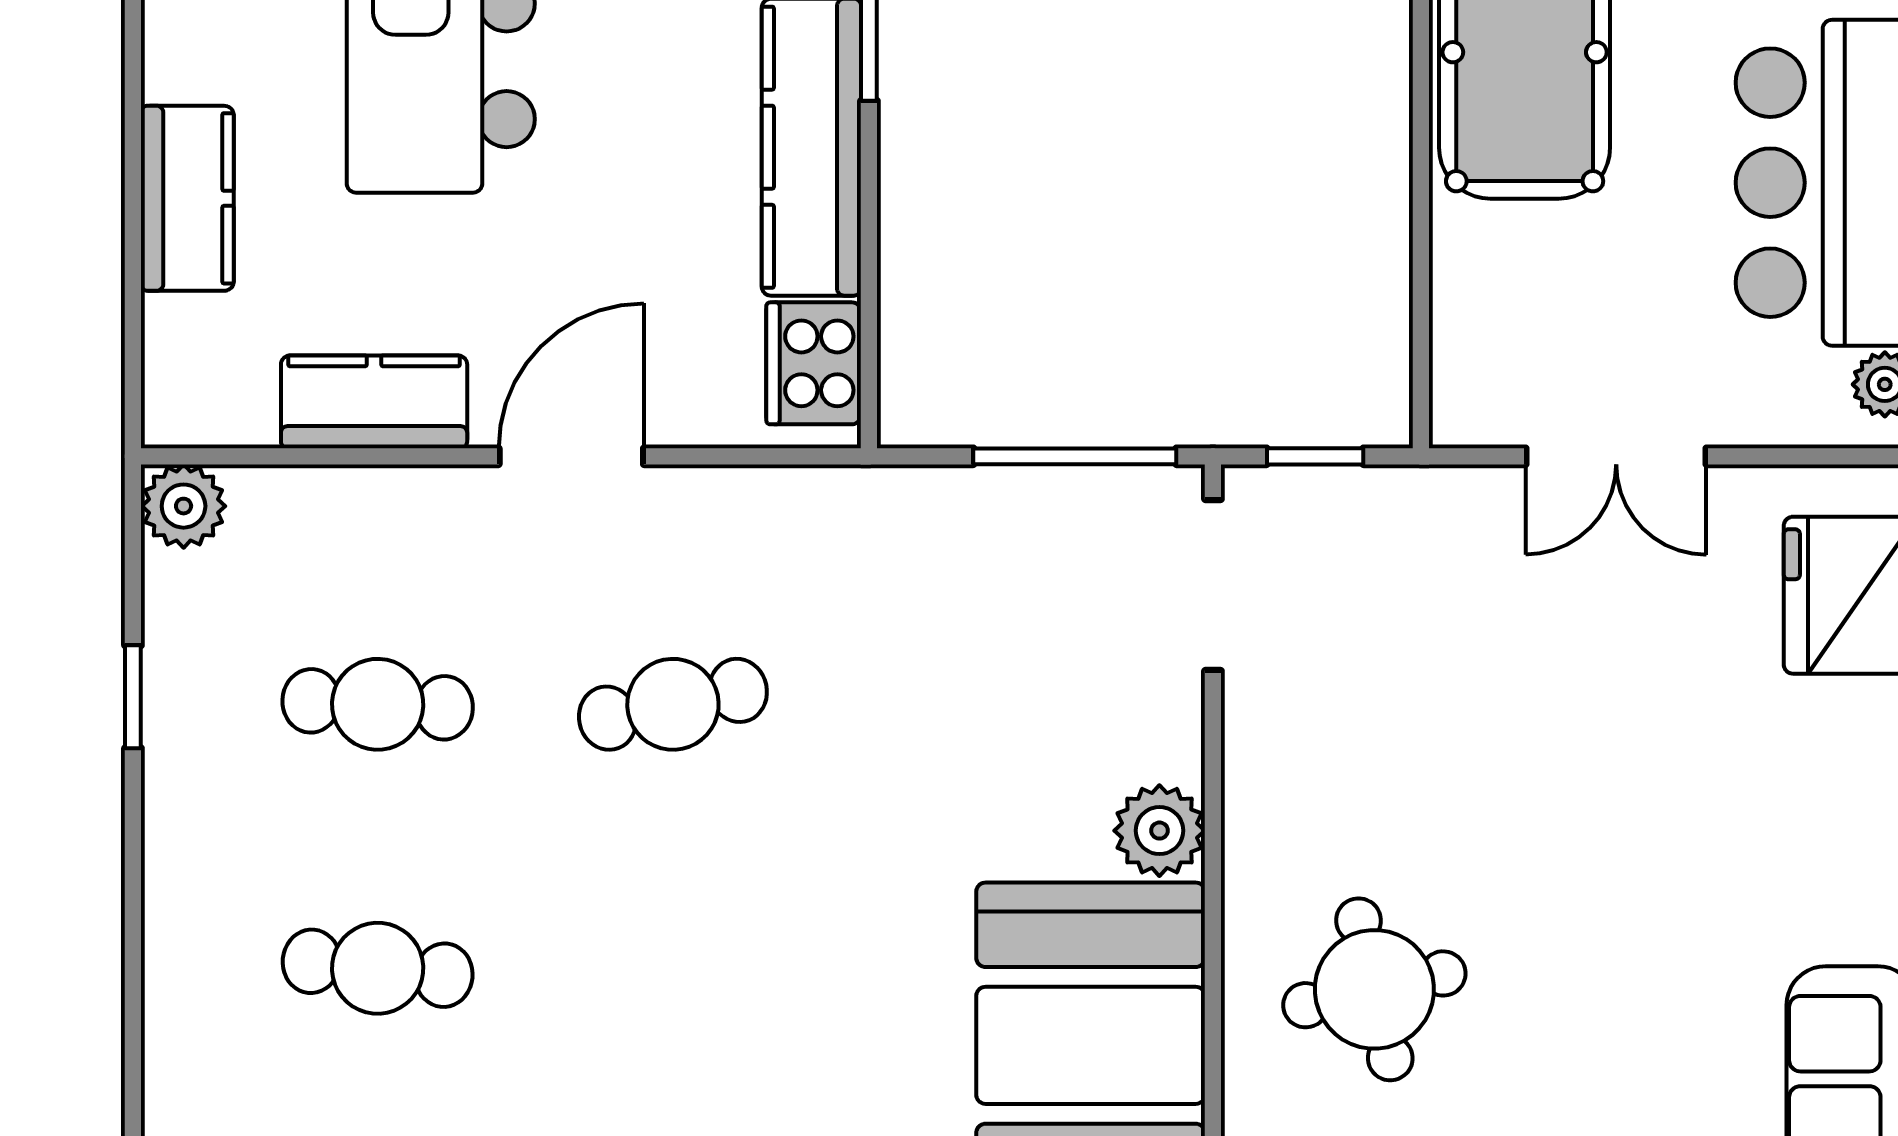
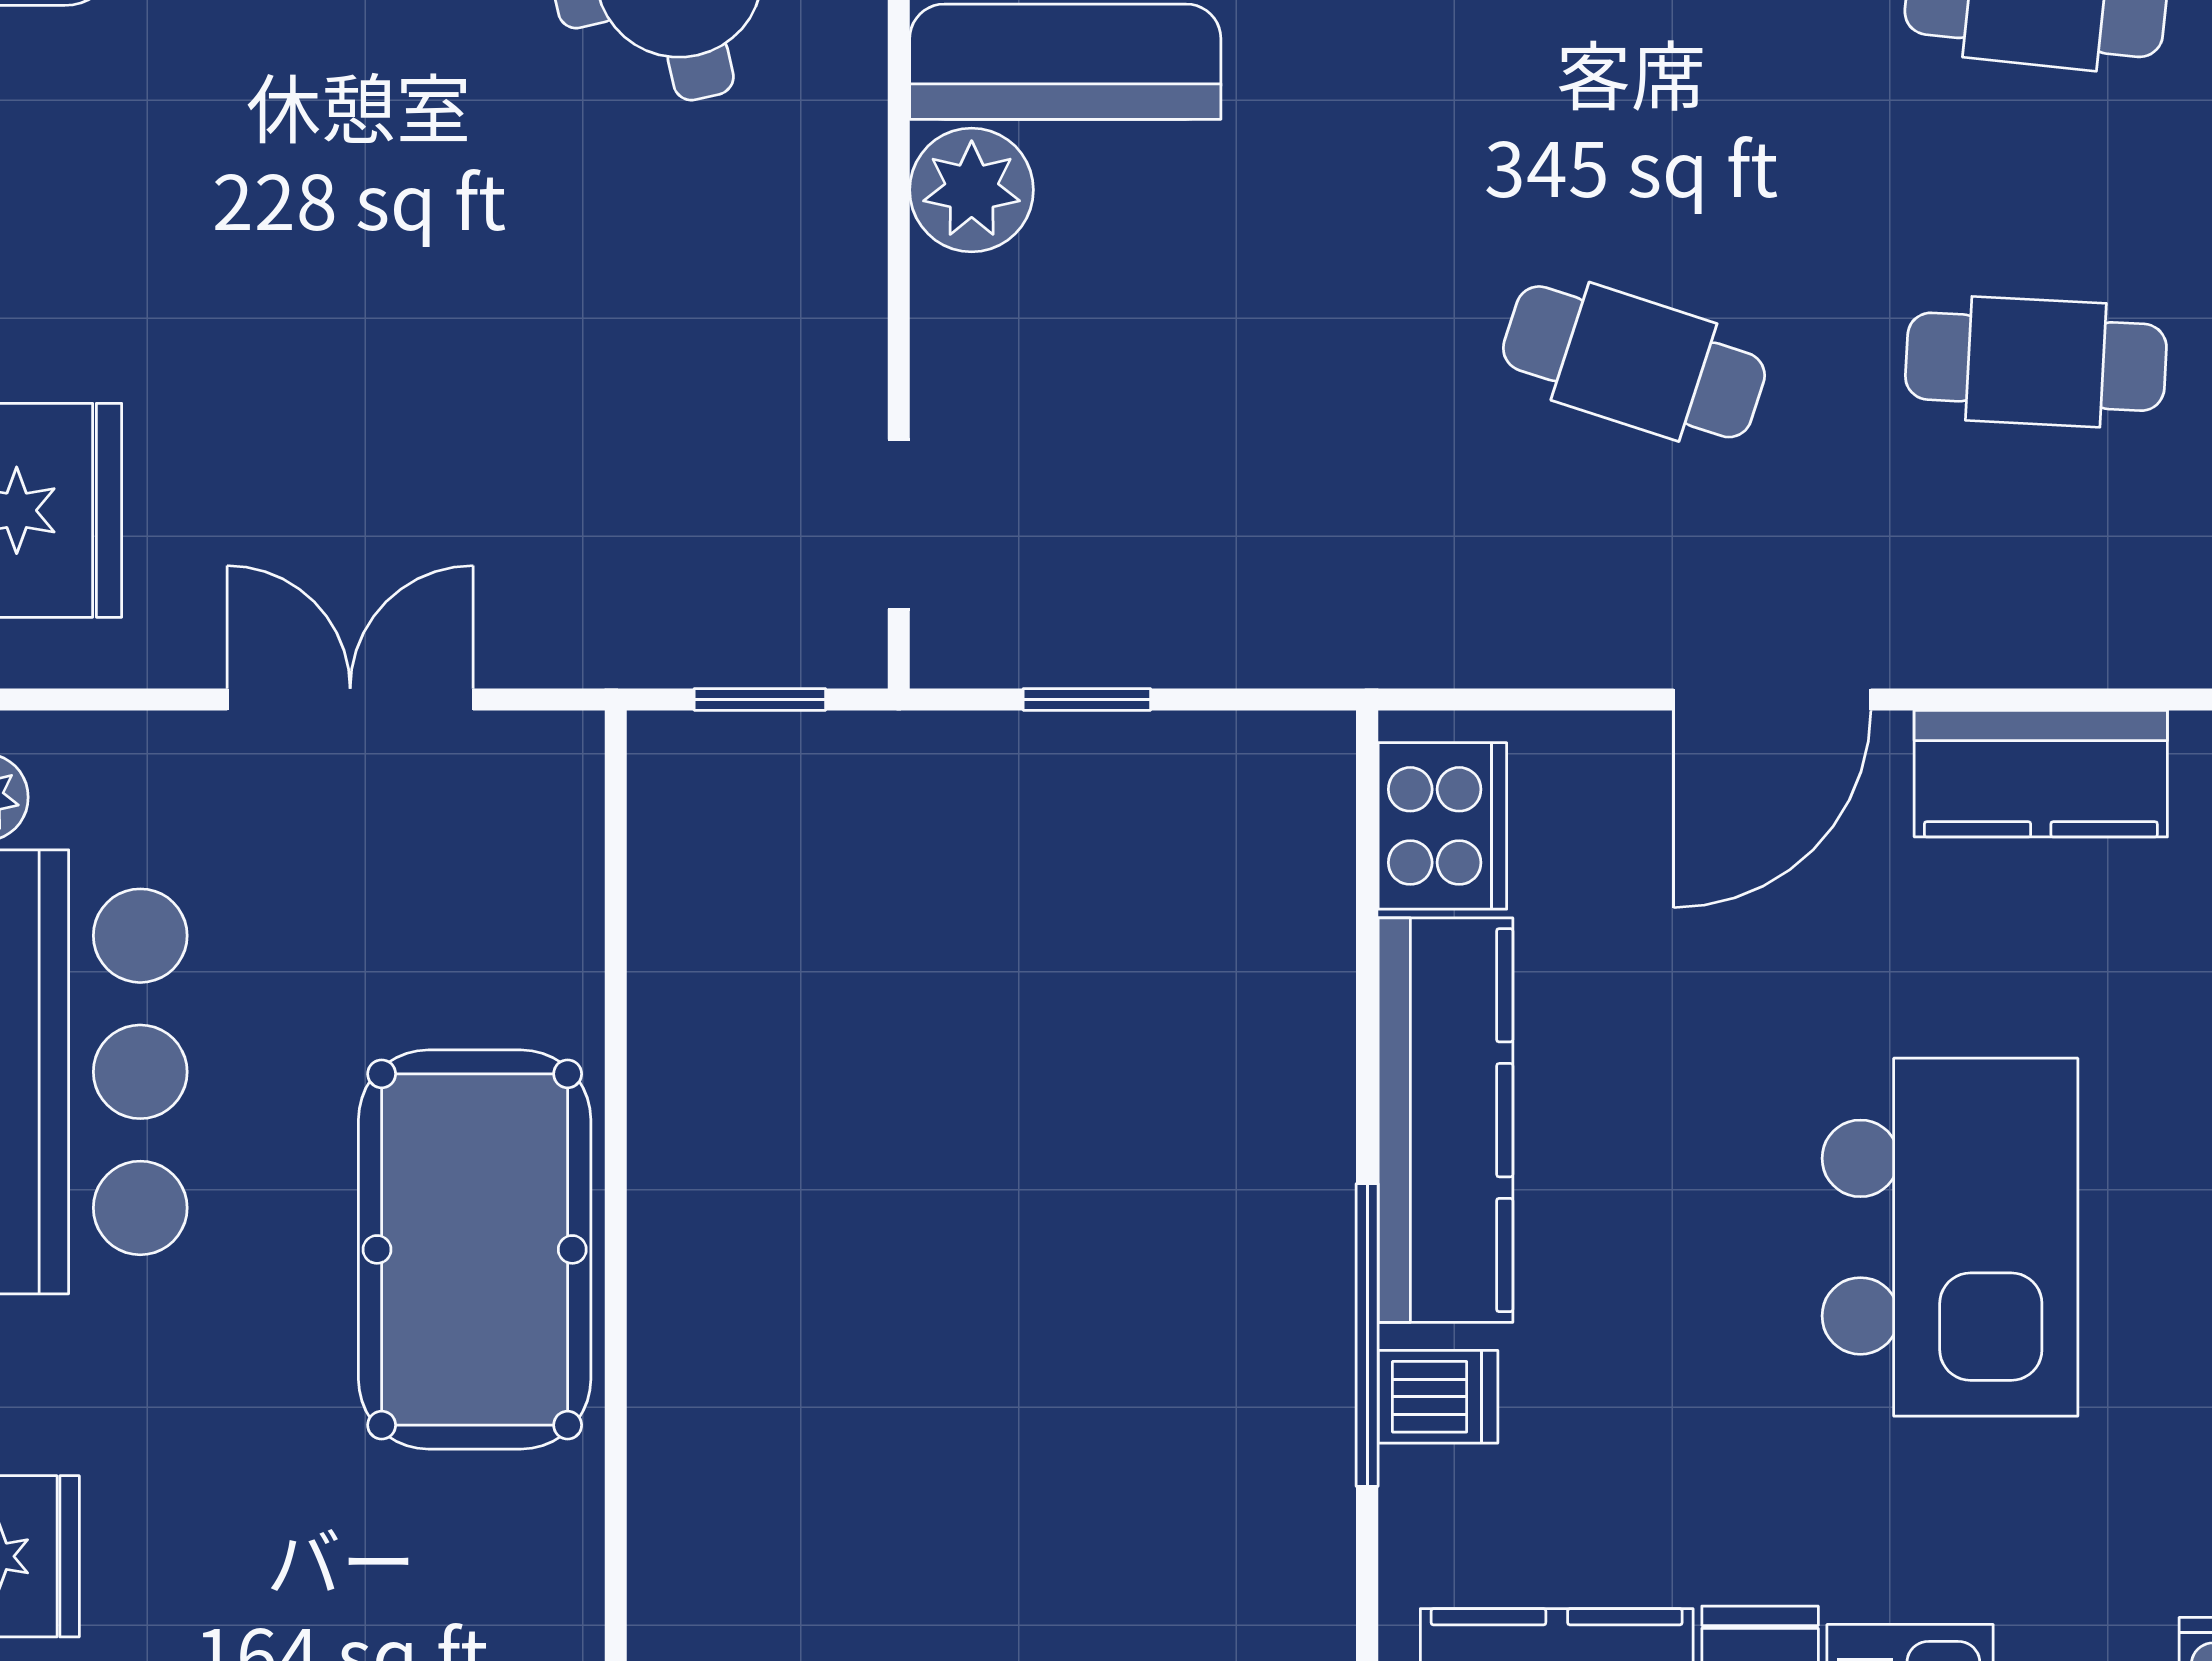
window: (1075, 456) -> (1087, 699), width x0.46
doorway: (1213, 585) -> (899, 524), width x0.73
cafe table: (673, 704) -> (1634, 362), turned 30

